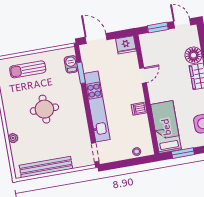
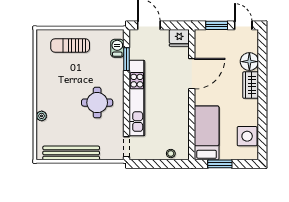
door: (143, 75) -> (192, 74), width x1.88
round table: (44, 109) -> (97, 103), moved
dishwasher: (139, 109) -> (181, 108), removed

